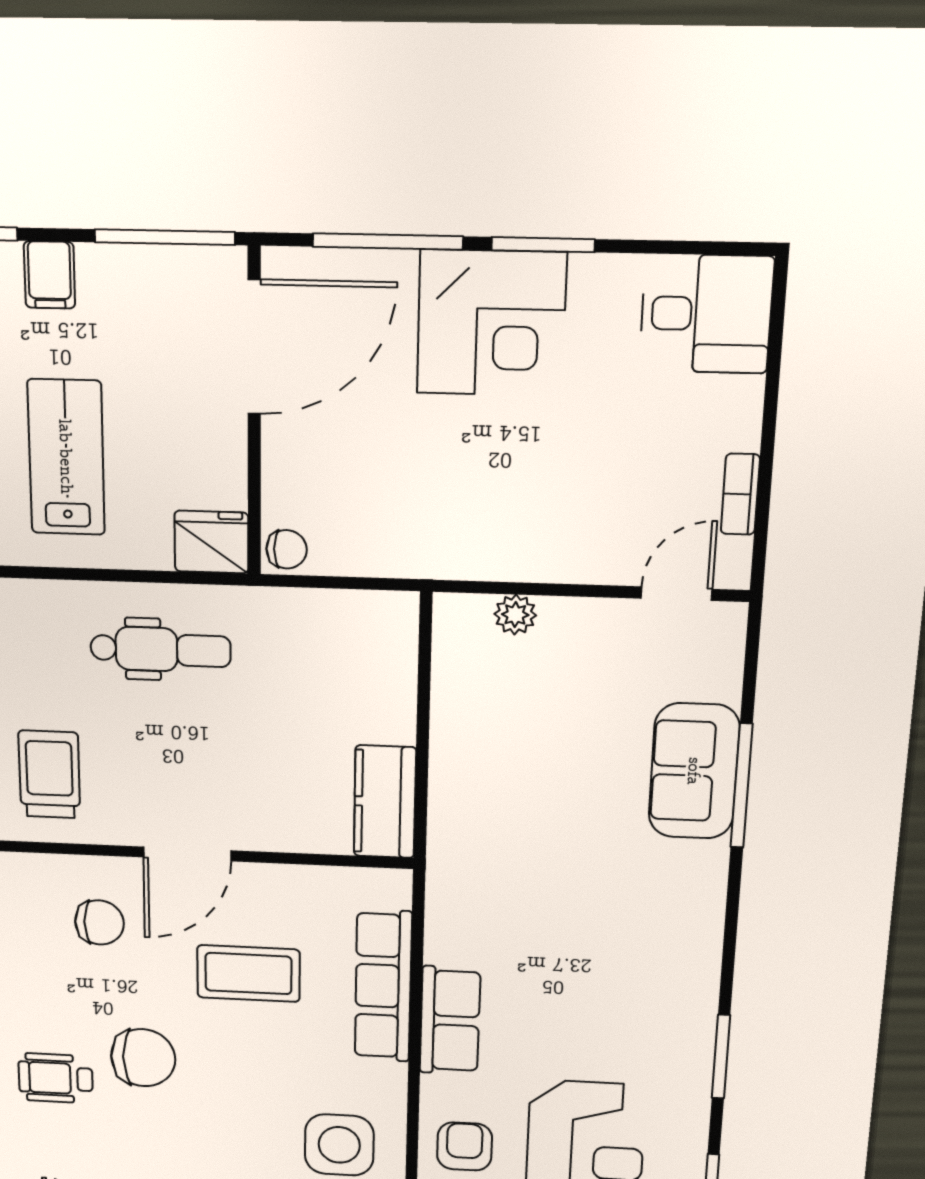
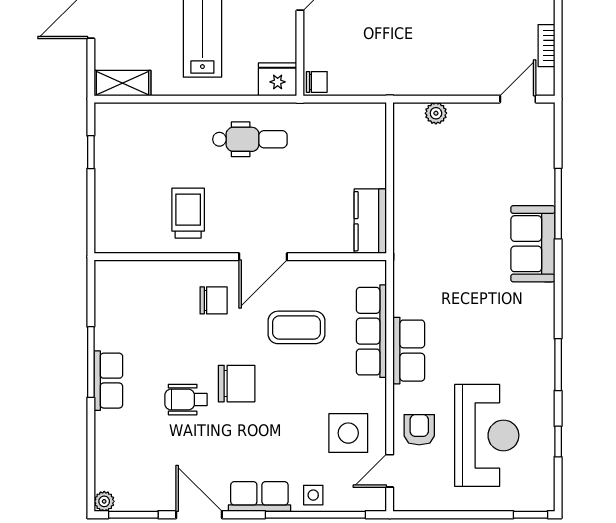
sofa: (694, 771) -> (533, 244), moved

